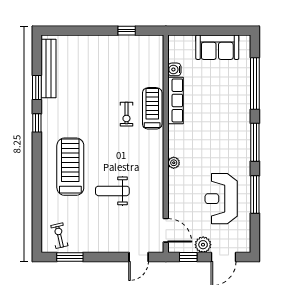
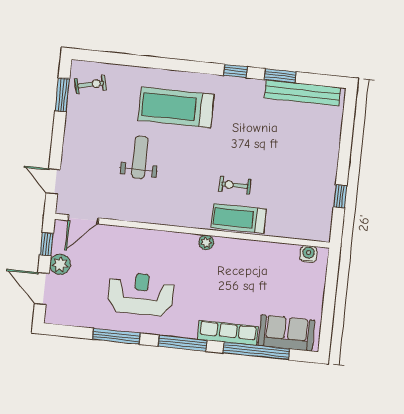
sofa: (217, 47) -> (286, 333), moved, turned 90
water cooler: (174, 69) -> (308, 254), moved
row of seats: (176, 100) -> (228, 333), moved, turned 180
treadmill: (152, 108) -> (239, 218), turned 180
plant: (174, 163) -> (206, 242), moved
treadmill: (70, 167) -> (176, 107), turned 180
reception desk: (221, 199) -> (141, 294), moved

